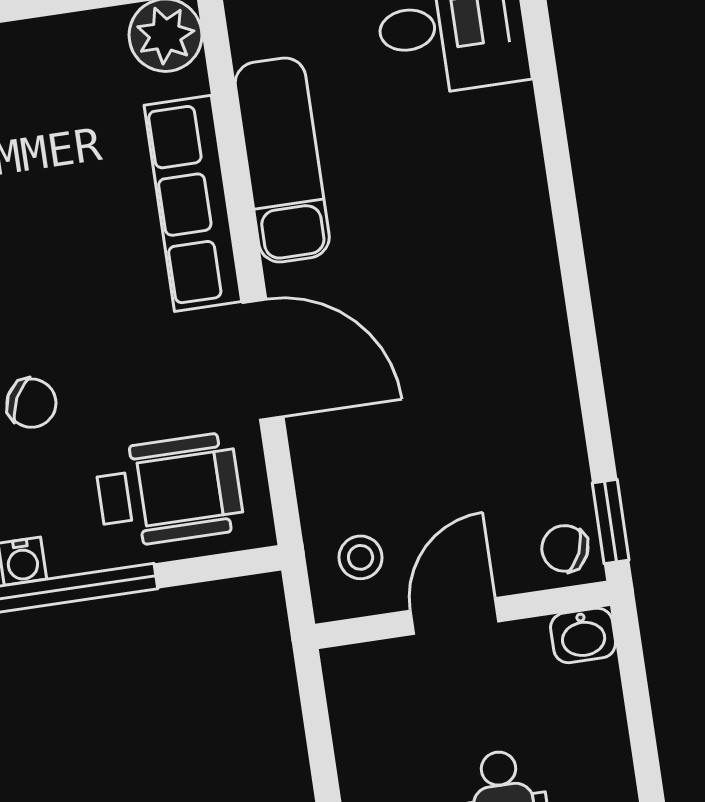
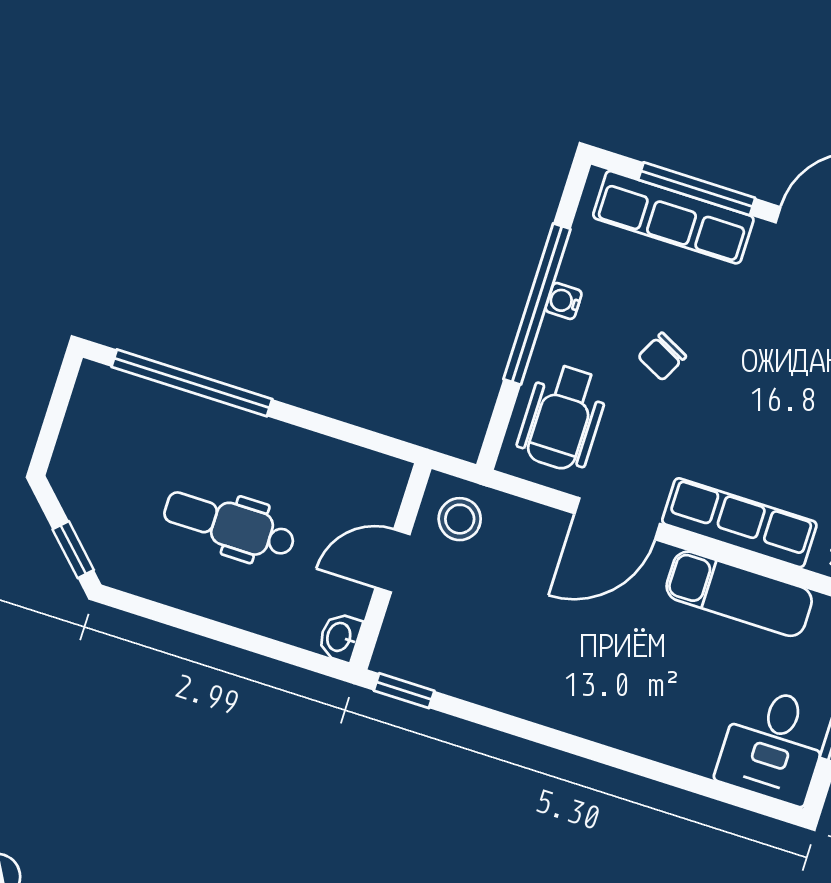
chair: (565, 548) -> (401, 653), removed
stool: (361, 557) -> (460, 519), width x1.37, depth x1.37
door: (455, 616) -> (393, 561), swing flipped

